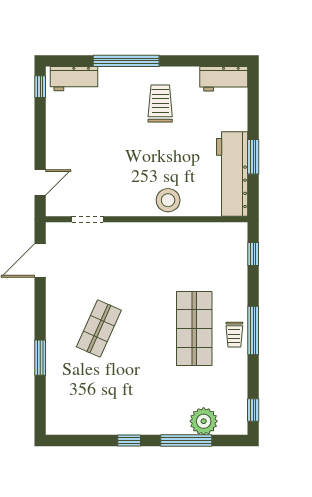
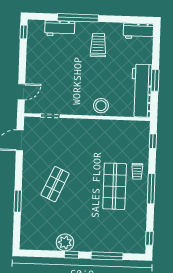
workbench: (74, 79) -> (60, 28), moved
trolley: (234, 335) -> (137, 171), moved
plant: (204, 421) -> (65, 242), moved

